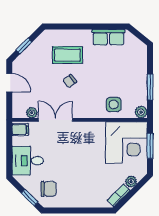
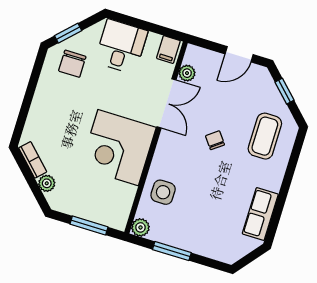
coffee table: (68, 55) -> (265, 136), moved
corner desk: (126, 142) -> (118, 148), moved

